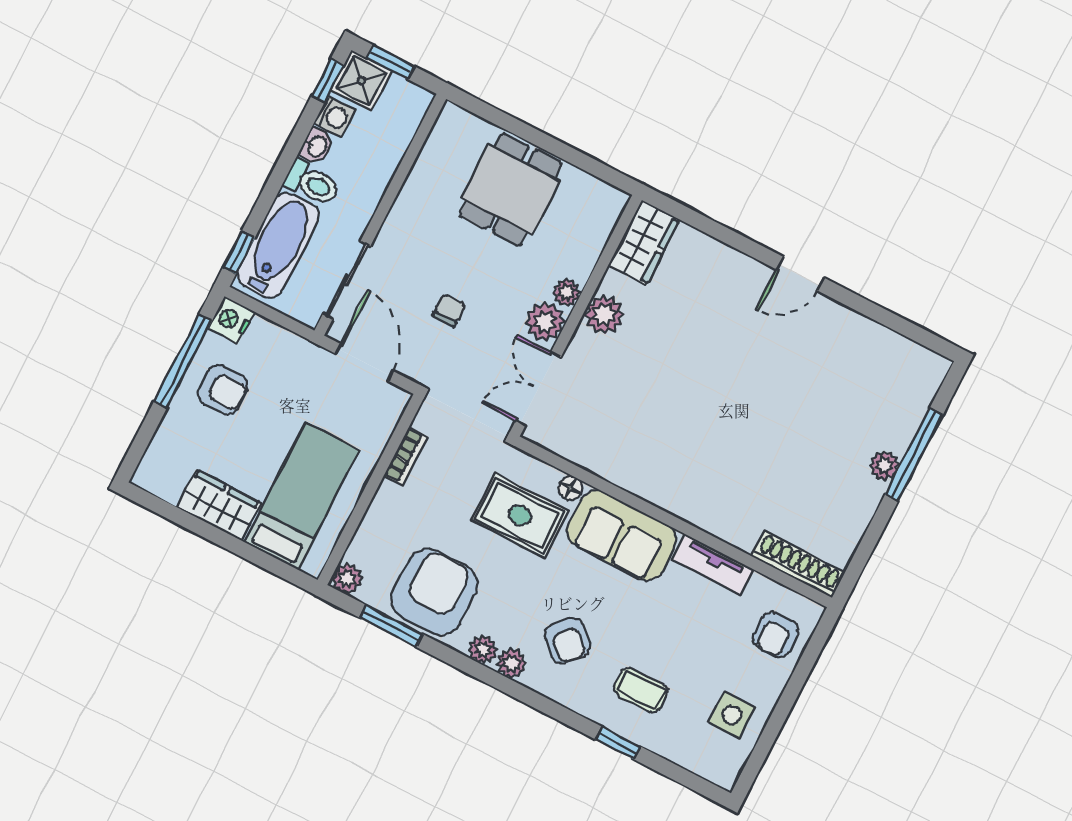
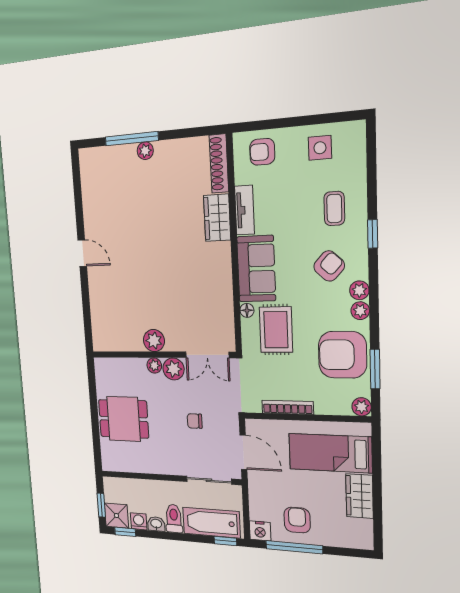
wardrobe: (644, 243) -> (217, 218), moved, turned -90
door: (364, 362) -> (243, 452), swing flipped
bookcase: (406, 456) -> (288, 407), width x1.56
armchair: (776, 635) -> (262, 152), turned 180
window: (618, 743) -> (373, 234), moved

